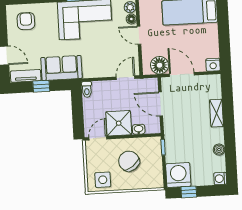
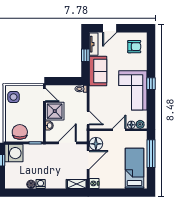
shelving: (216, 113) -> (77, 184), moved
chair: (129, 161) -> (20, 132), moved, turned -54
washing machine: (220, 179) -> (41, 184), moved

